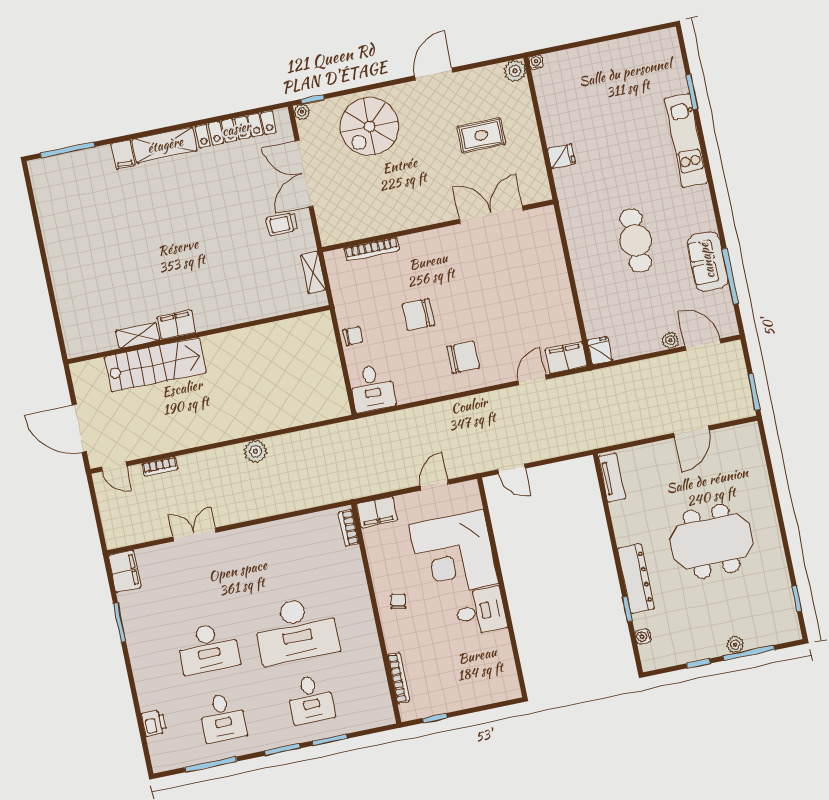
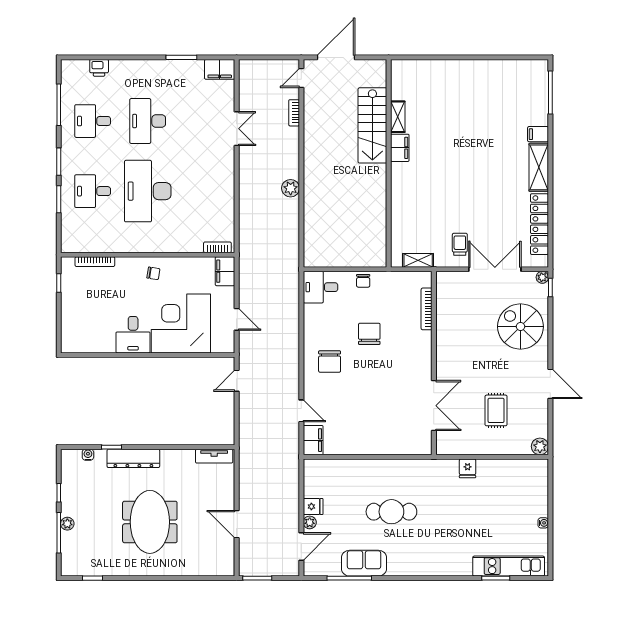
water cooler: (536, 62) -> (543, 523), moved
kitchen unit: (686, 140) -> (509, 566), moved
fridge: (600, 351) -> (313, 506), moved

